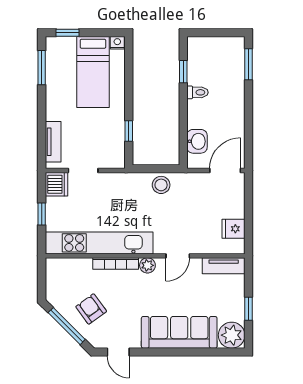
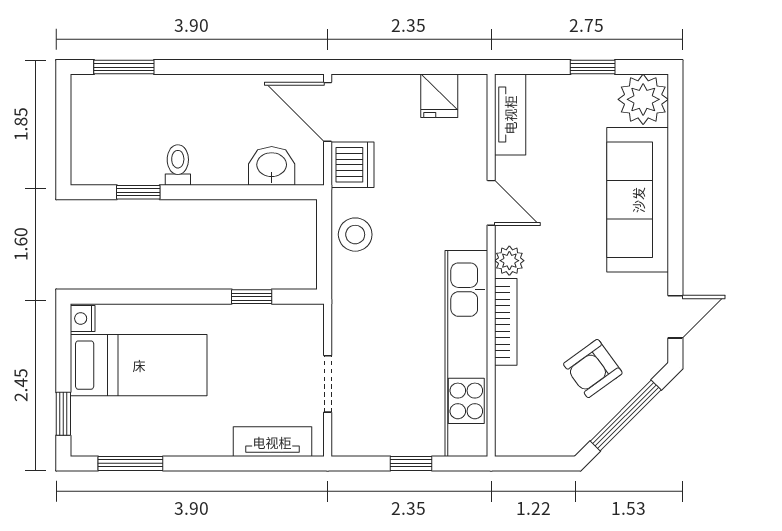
dishwasher: (56, 184) -> (352, 165), moved, turned 90

